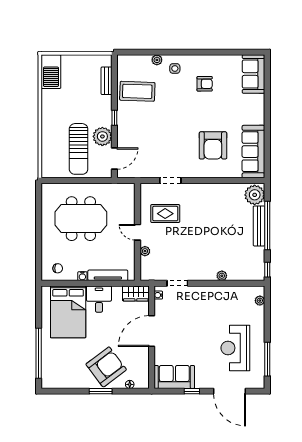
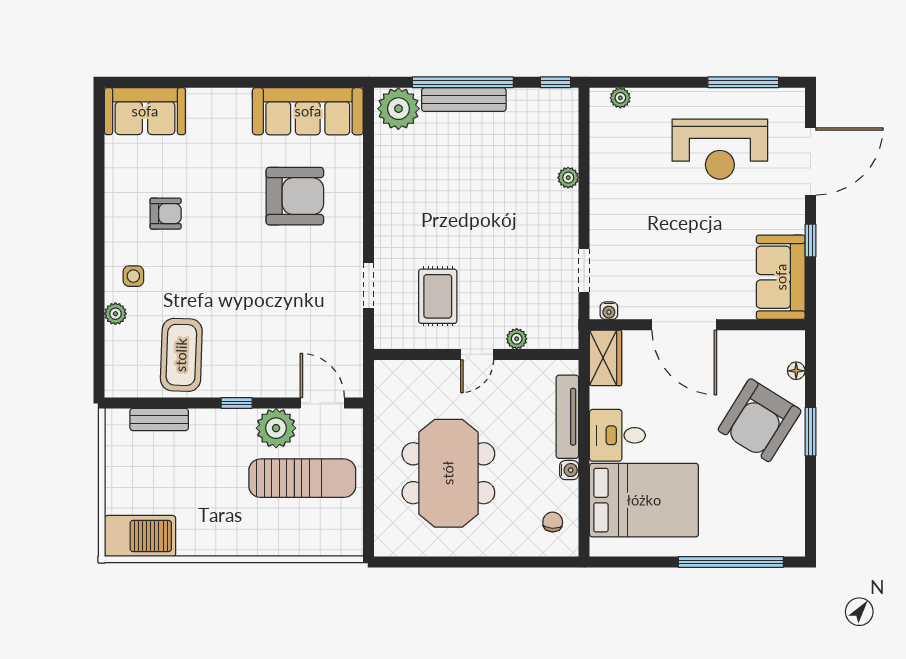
armchair: (205, 84) -> (166, 214), turned 90
armchair: (106, 367) -> (760, 420), turned -111

